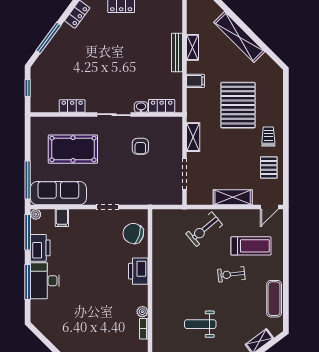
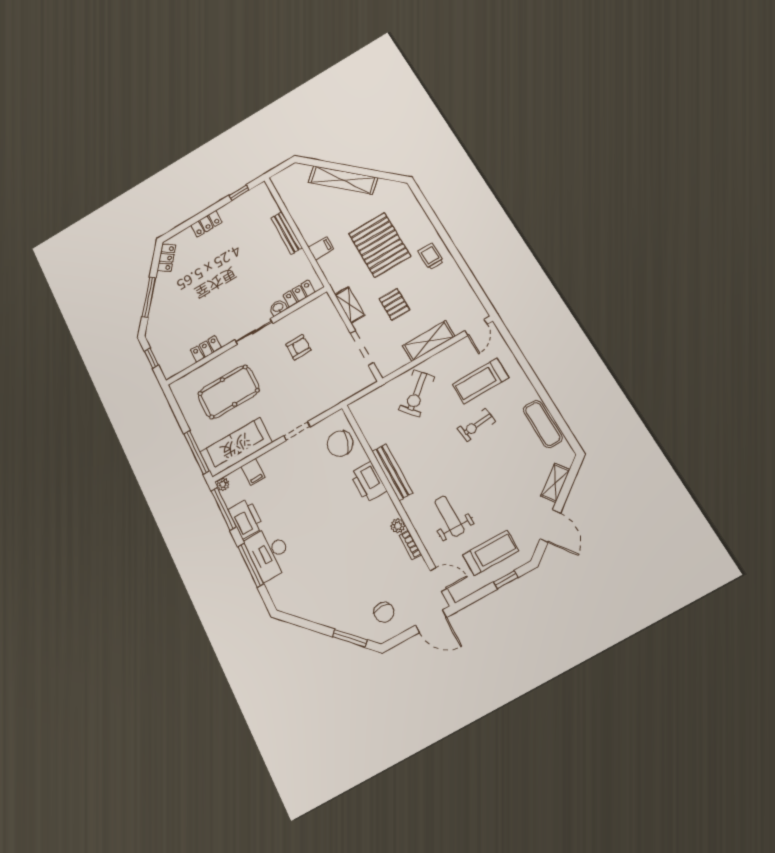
shelving: (192, 47) -> (300, 219), removed
armchair: (140, 146) -> (298, 347), turned -90
pallet: (269, 167) -> (394, 304), moved
treadmill: (251, 246) -> (480, 381), turned 180
bench: (158, 274) -> (392, 472), added
weight bench: (200, 324) -> (449, 516), moved, turned 90

